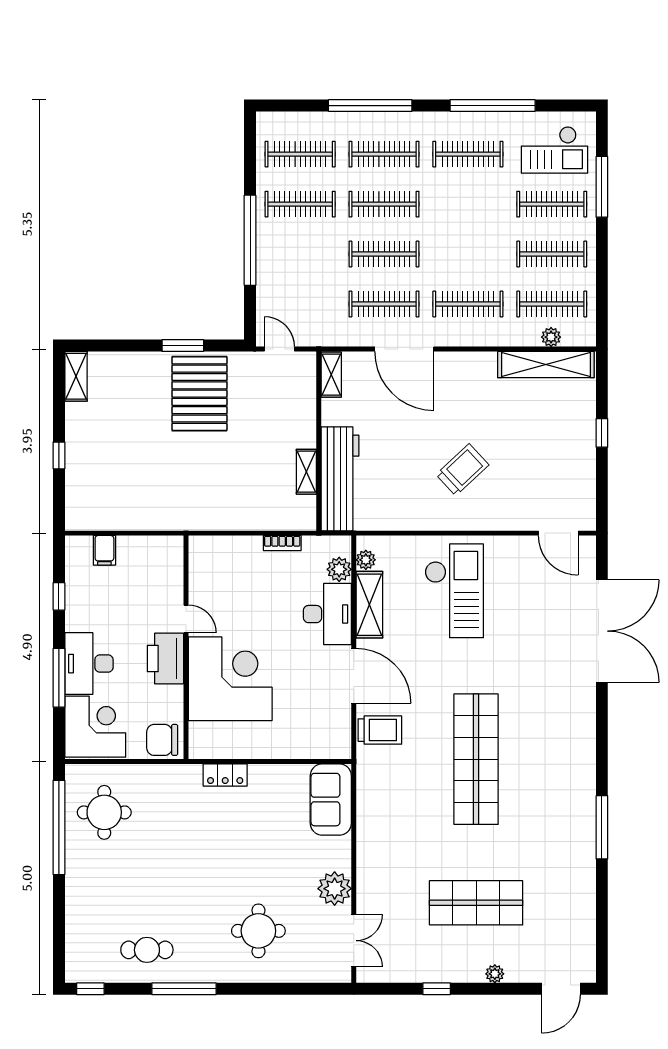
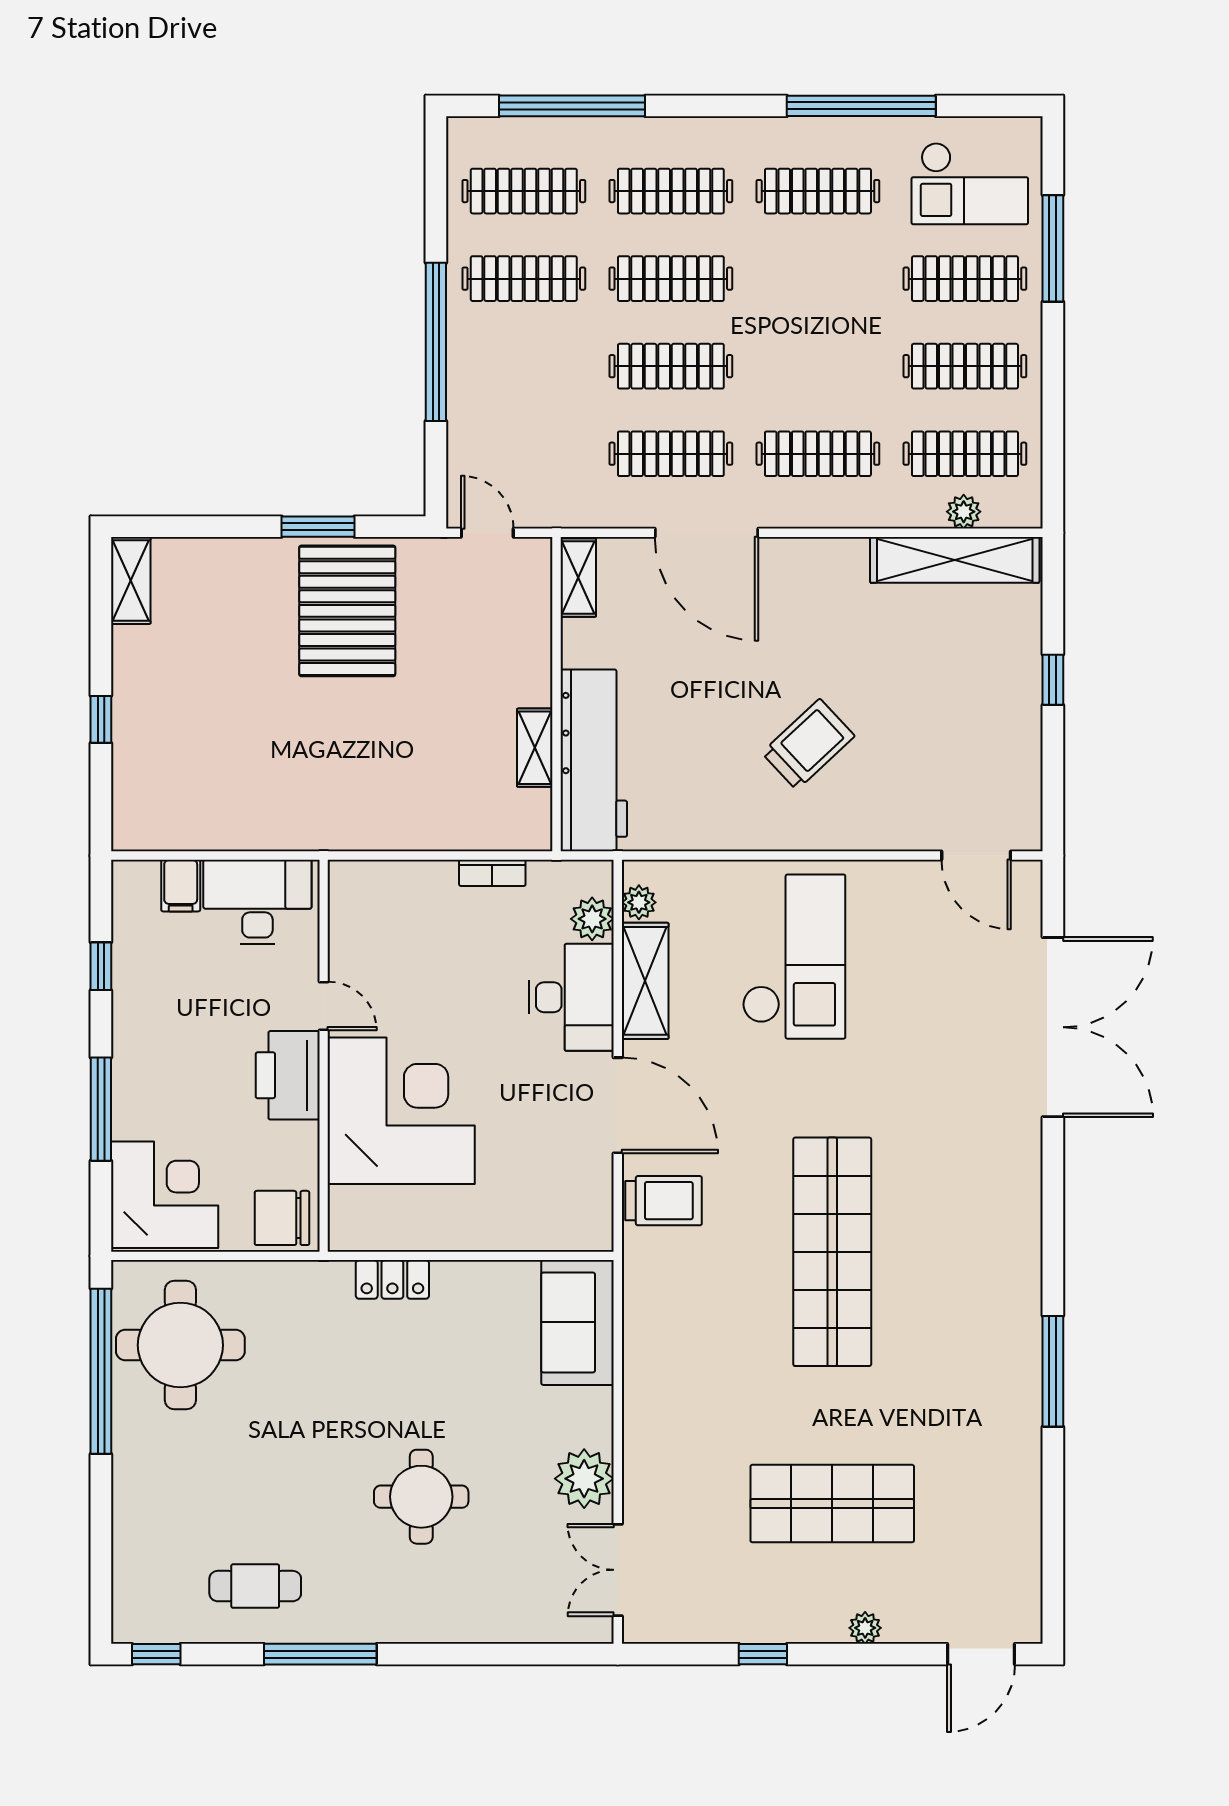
window: (370, 106) -> (572, 106), moved
desk: (89, 664) -> (257, 902), moved, turned 90
round table: (104, 812) -> (180, 1345), width x1.36, depth x1.36
round table: (258, 931) -> (421, 1497), moved
double door: (354, 941) -> (618, 1570), swing flipped

